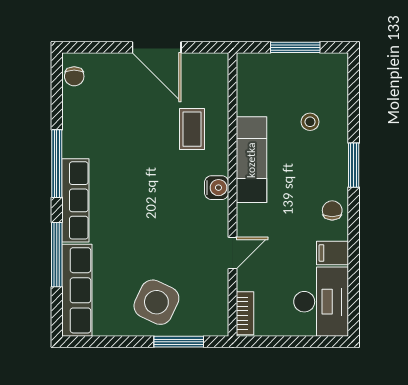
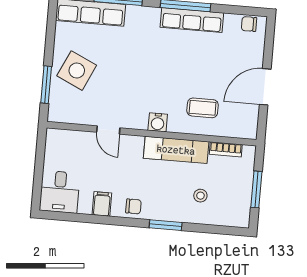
row of seats: (75, 200) -> (192, 20), moved
desk: (321, 302) -> (60, 192), width x0.73
bookcase: (245, 313) -> (226, 149), moved

